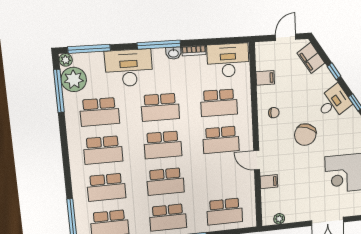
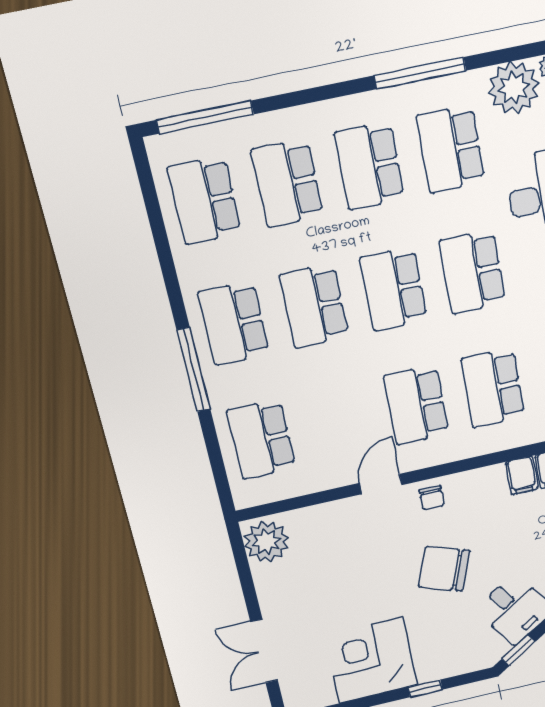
window: (59, 91) -> (420, 73), moved
chair: (274, 113) -> (432, 498), moved
filing cabinet: (269, 182) -> (522, 475), moved
plant: (279, 219) -> (266, 542), width x1.87, depth x1.87

